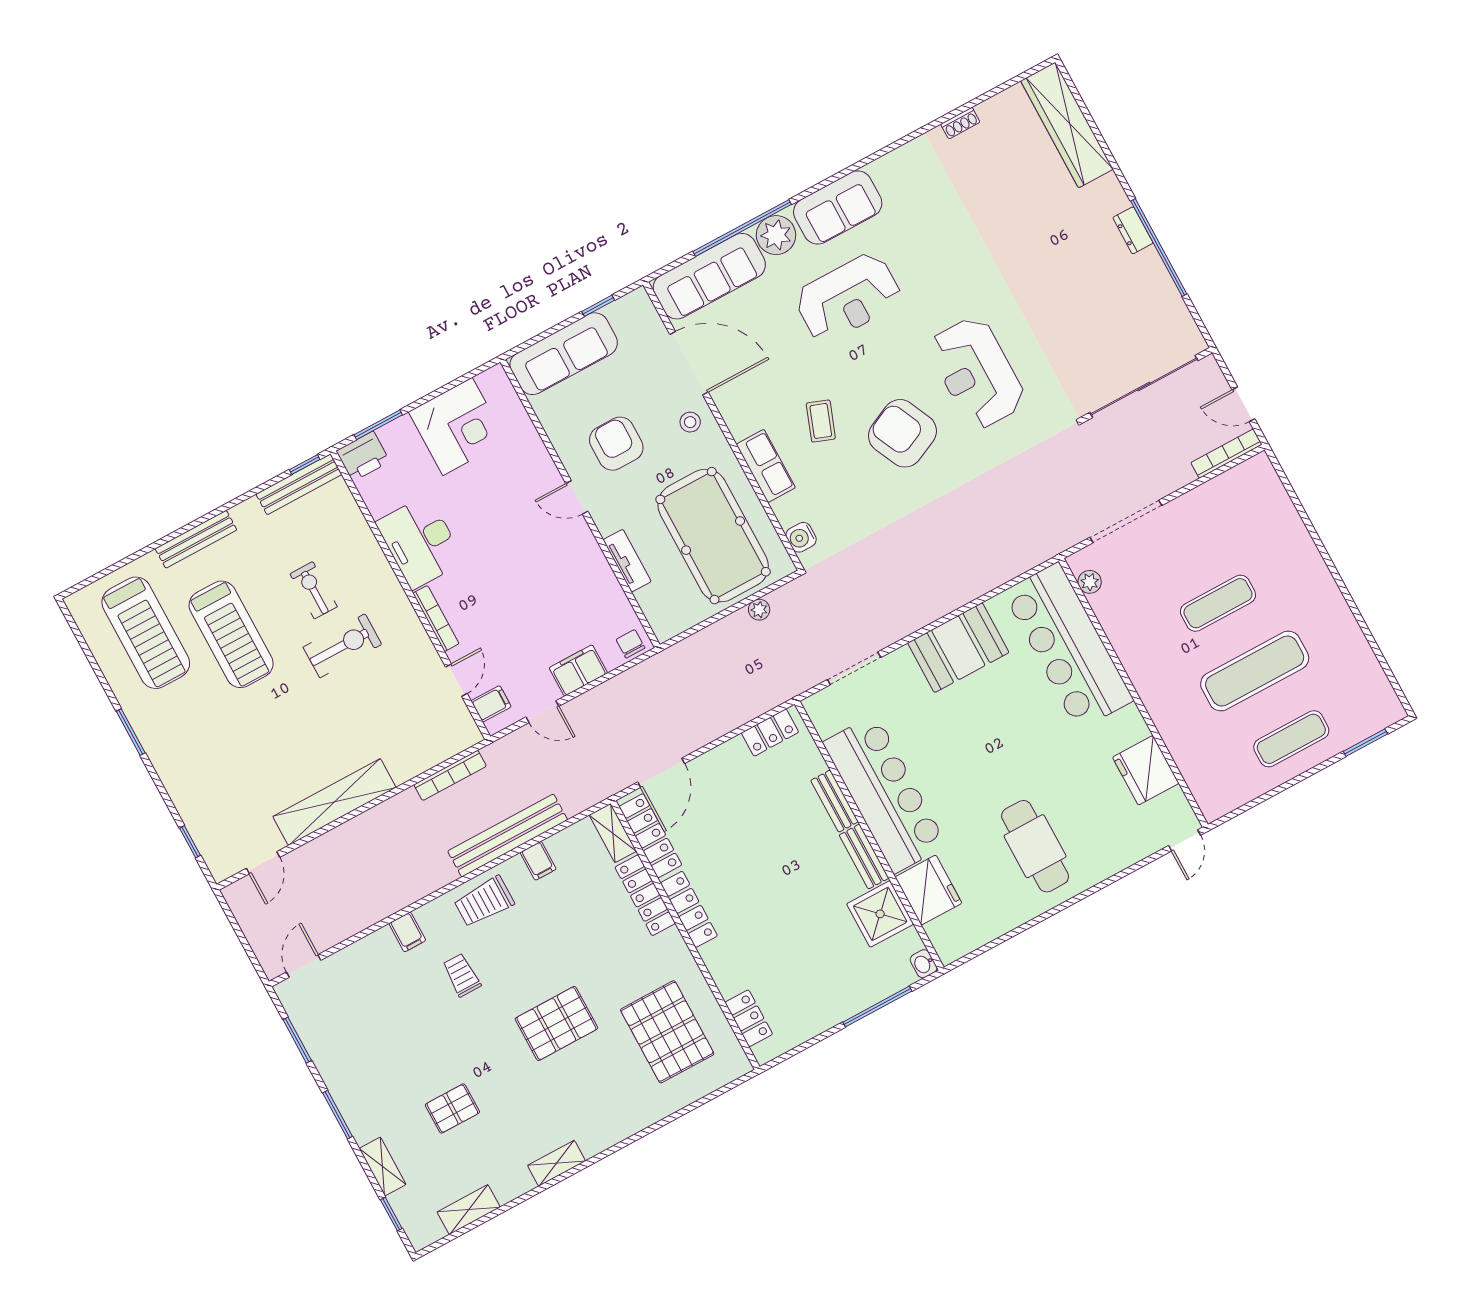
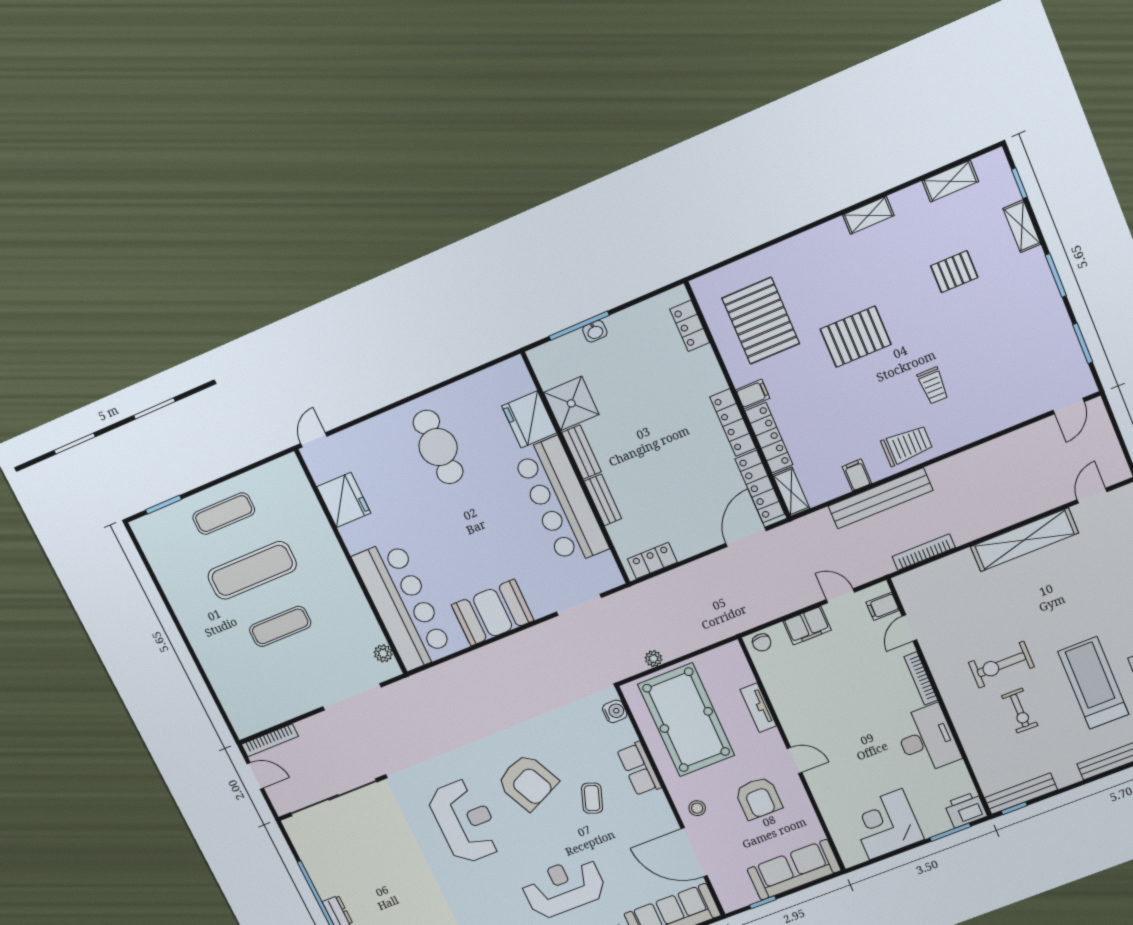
filing cabinet: (407, 932) -> (753, 394), moved, turned 90
washbasin: (924, 964) -> (595, 331), moved, turned 90

